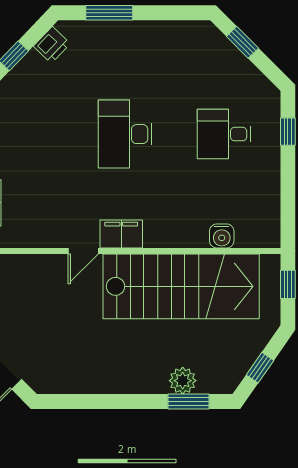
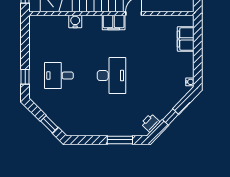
desk: (224, 134) -> (59, 76), turned 180
water cooler: (222, 236) -> (75, 21), moved

